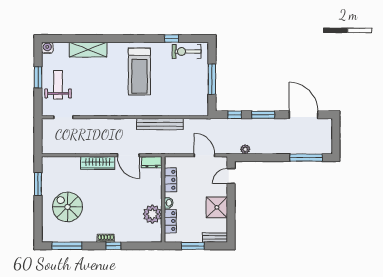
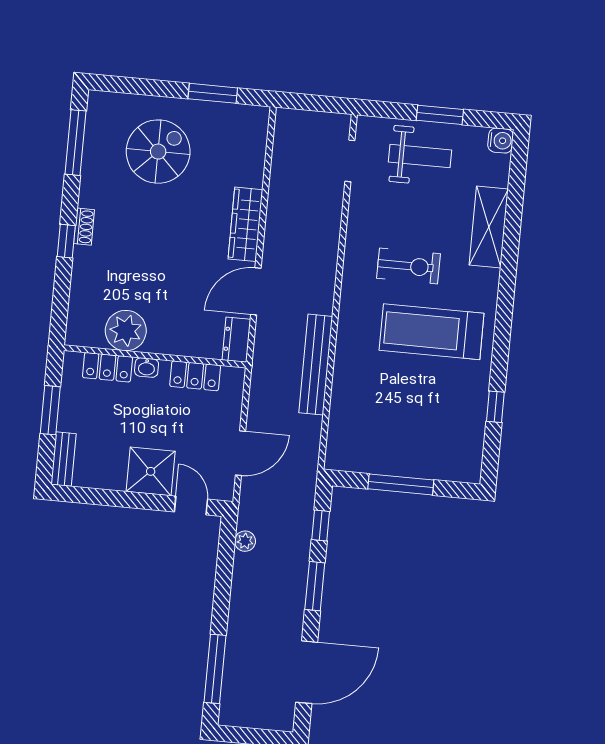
exercise bike: (187, 51) -> (408, 266), moved, turned 90
shower: (217, 207) -> (151, 471), moved

